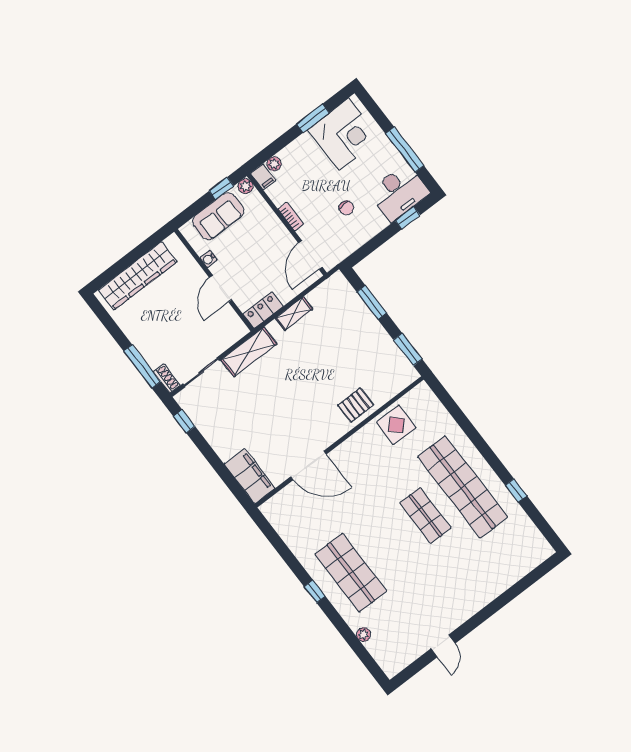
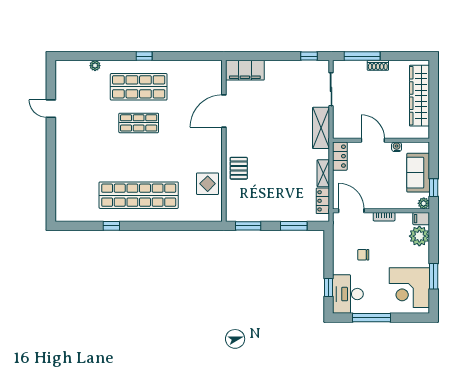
plant: (274, 164) -> (419, 236), width x1.88, depth x1.88
locker: (323, 292) -> (323, 201), added
shoe rack: (167, 379) -> (378, 65), moved
shop shelf: (425, 515) -> (139, 123), moved

